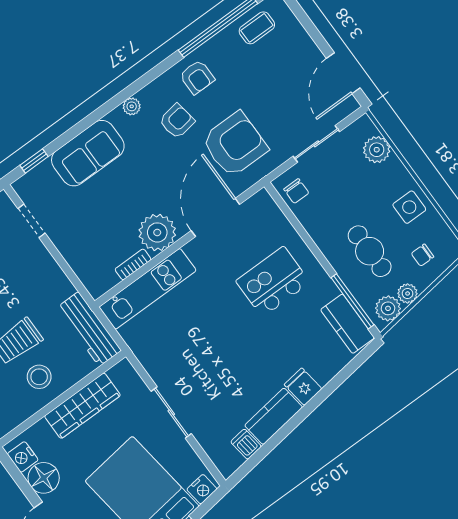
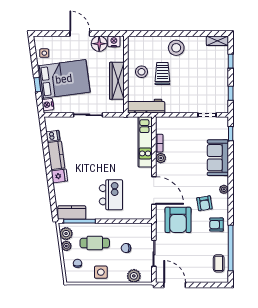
chair: (296, 191) -> (126, 248), moved
plant: (157, 232) -> (161, 158), width x0.53, depth x0.53

